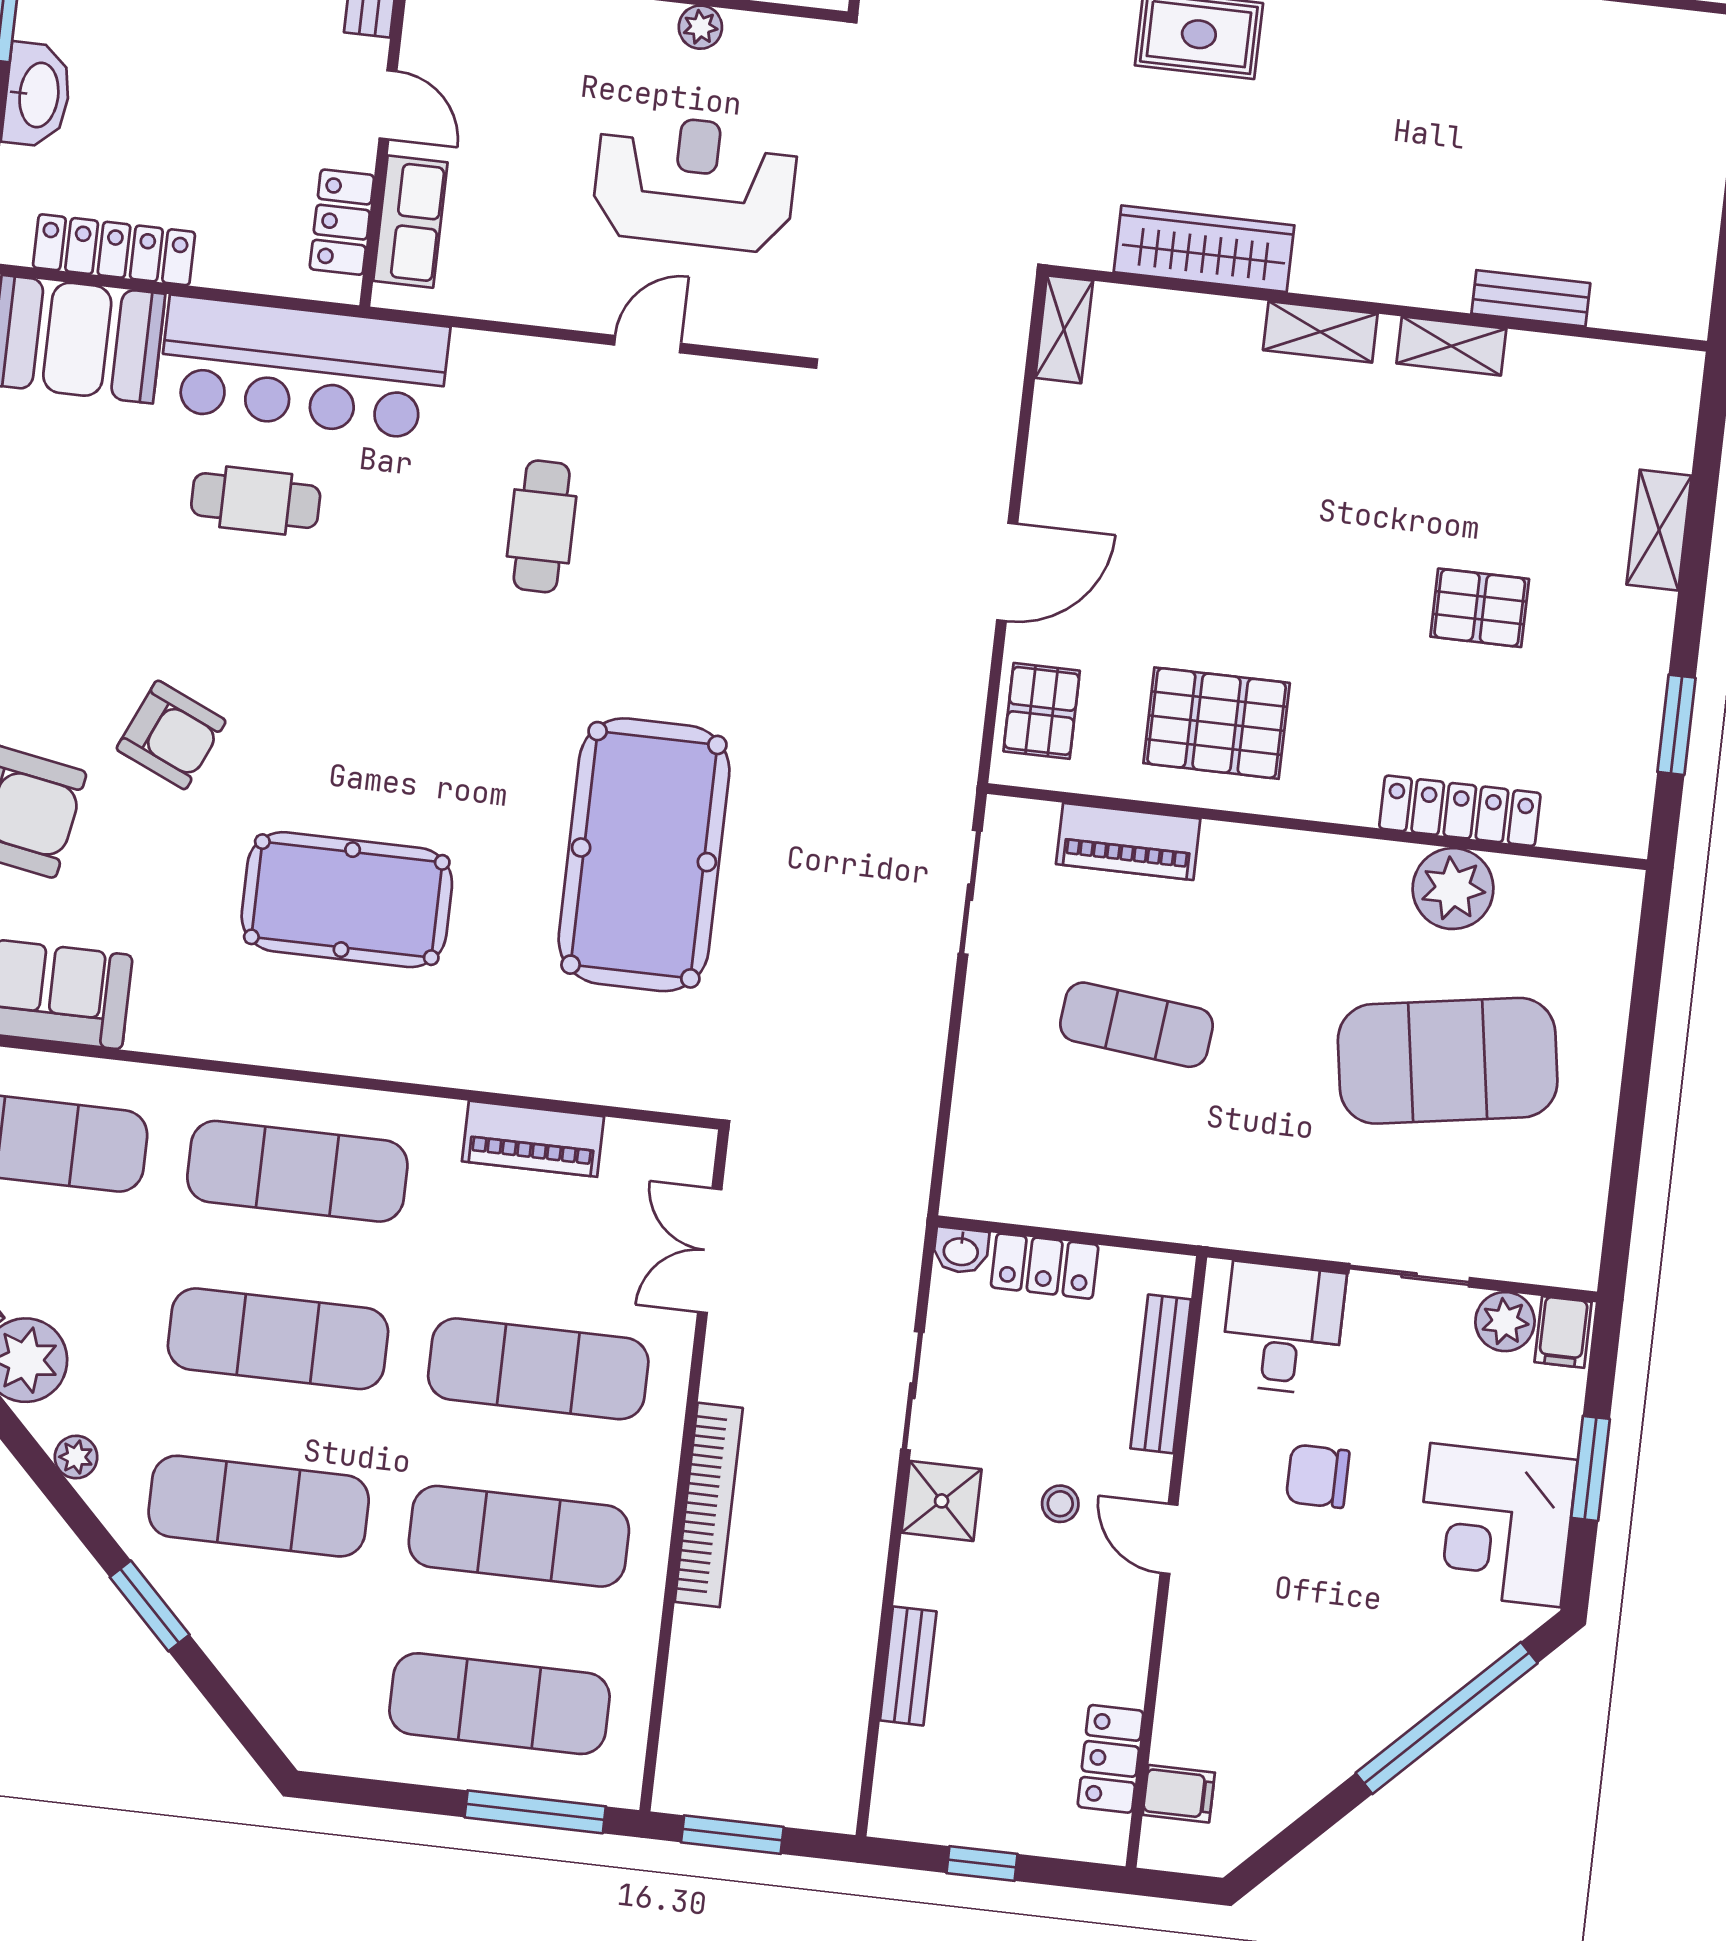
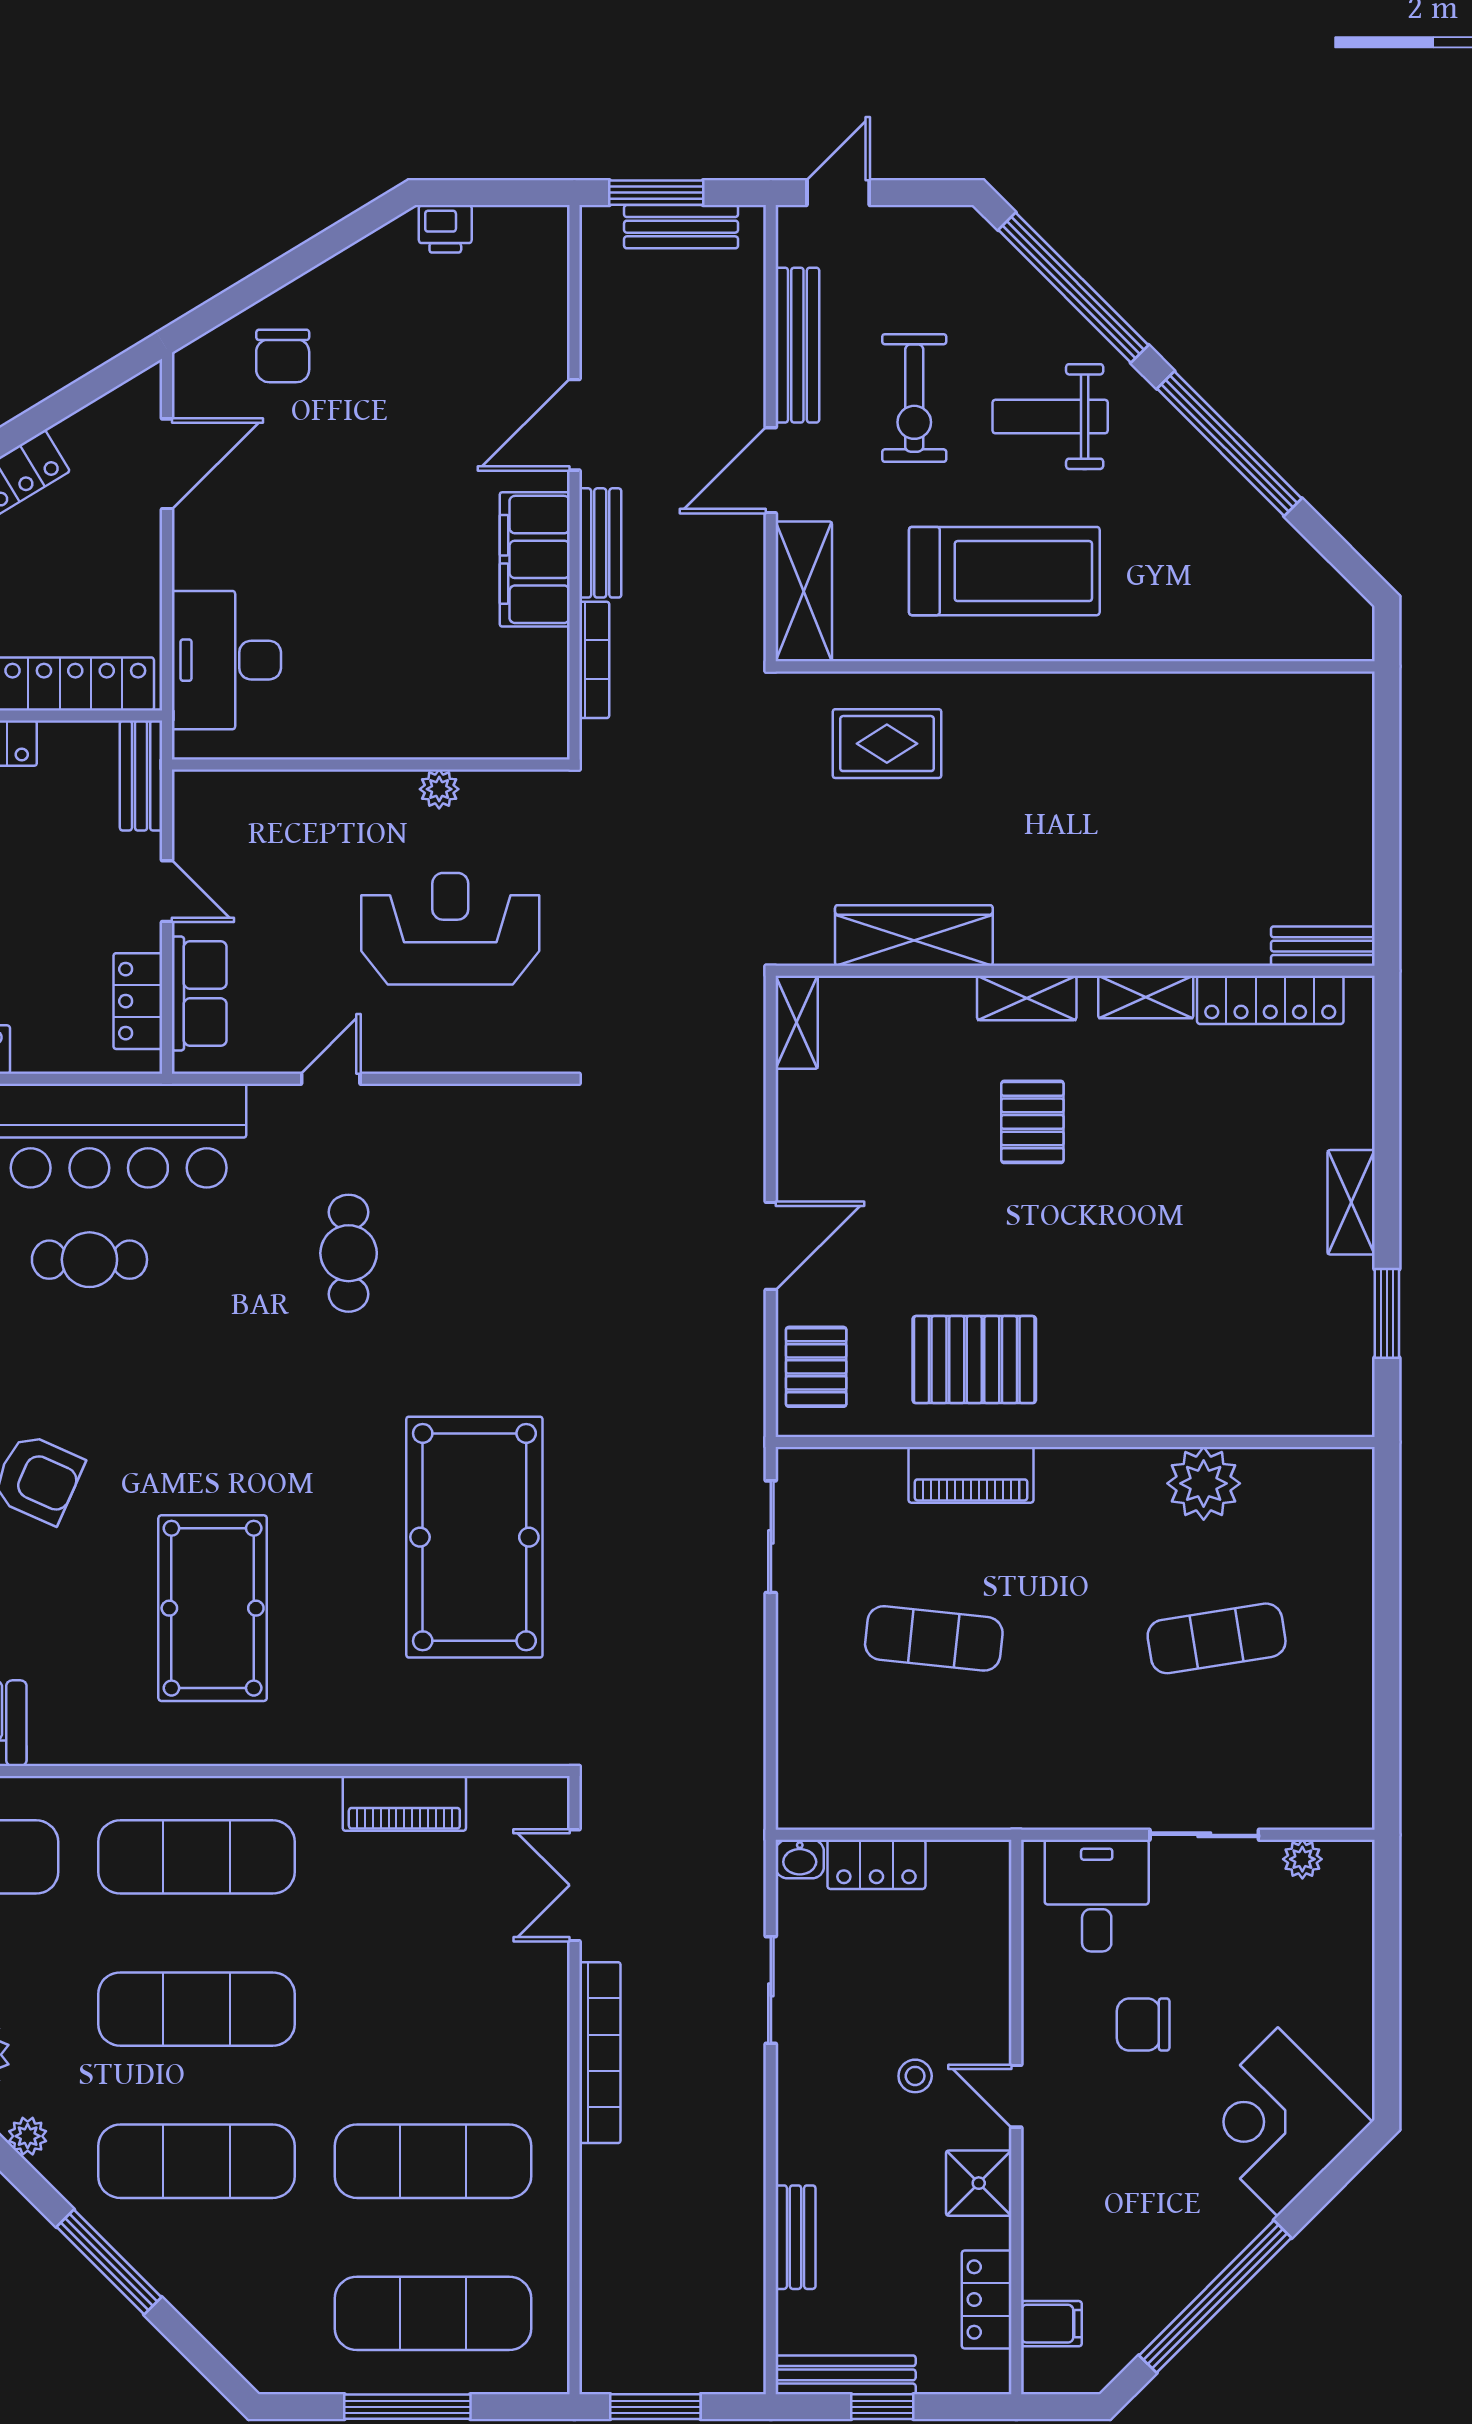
bench: (1531, 298) -> (1323, 946), moved
door: (648, 344) -> (331, 1079), moved
shelving: (1659, 530) -> (1351, 1202), moved
pallet: (1480, 608) -> (1032, 1122), moved, turned 90
locker: (1460, 811) -> (1270, 1000), moved, turned 180
piano: (1128, 841) -> (971, 1475), moved
pool table: (347, 900) -> (213, 1608), turned 90
exercise mat: (1448, 1061) -> (1217, 1638), width x0.50, depth x0.69
plant: (1505, 1322) -> (1302, 1859), width x0.73, depth x0.73
filing cabinet: (1563, 1332) -> (1348, 1870), removed
exercise mat: (538, 1369) -> (433, 2009), removed
bench: (1161, 1374) -> (846, 2375), moved, turned 90
window: (1590, 1468) -> (1387, 1989), removed
shower: (942, 1501) -> (979, 2183), moved
bookcase: (709, 1505) -> (600, 2053), moved
corner desk: (1495, 1525) -> (1278, 2122), moved, turned 45
window: (150, 1606) -> (109, 2262), width x1.44
window: (1447, 1718) -> (1215, 2297), moved
window: (535, 1812) -> (407, 2407), moved

